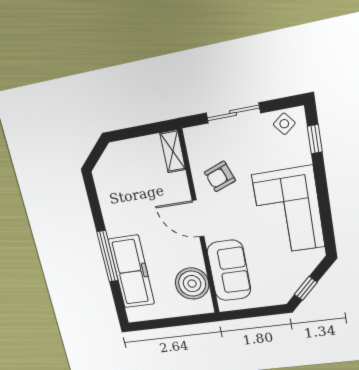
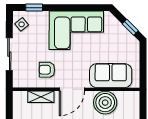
shelving: (173, 151) -> (41, 97), moved
armchair: (220, 176) -> (47, 70), turned 110
boiler: (192, 284) -> (105, 103), moved

